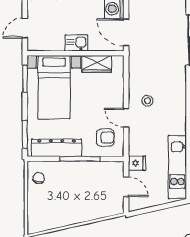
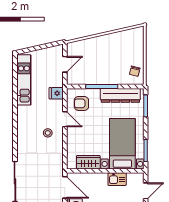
kitchen sink: (76, 43) -> (117, 179), moved
fridge: (137, 163) -> (56, 93), moved
door: (126, 187) -> (65, 64), swing flipped

